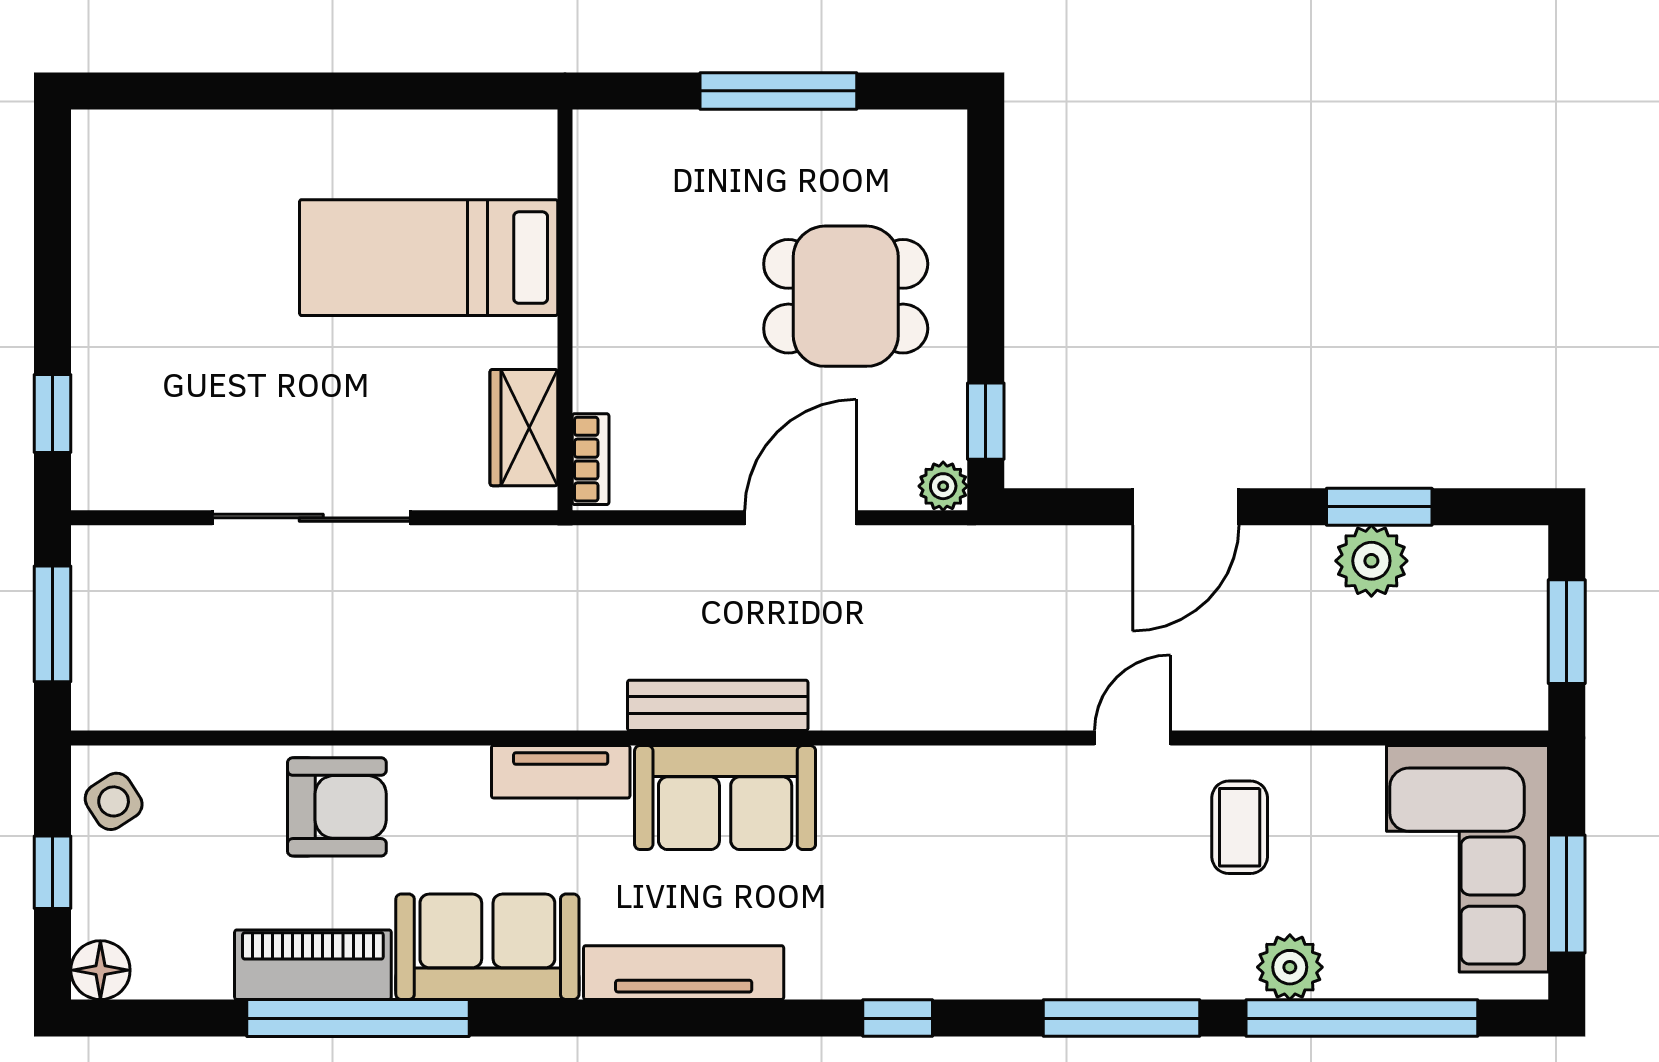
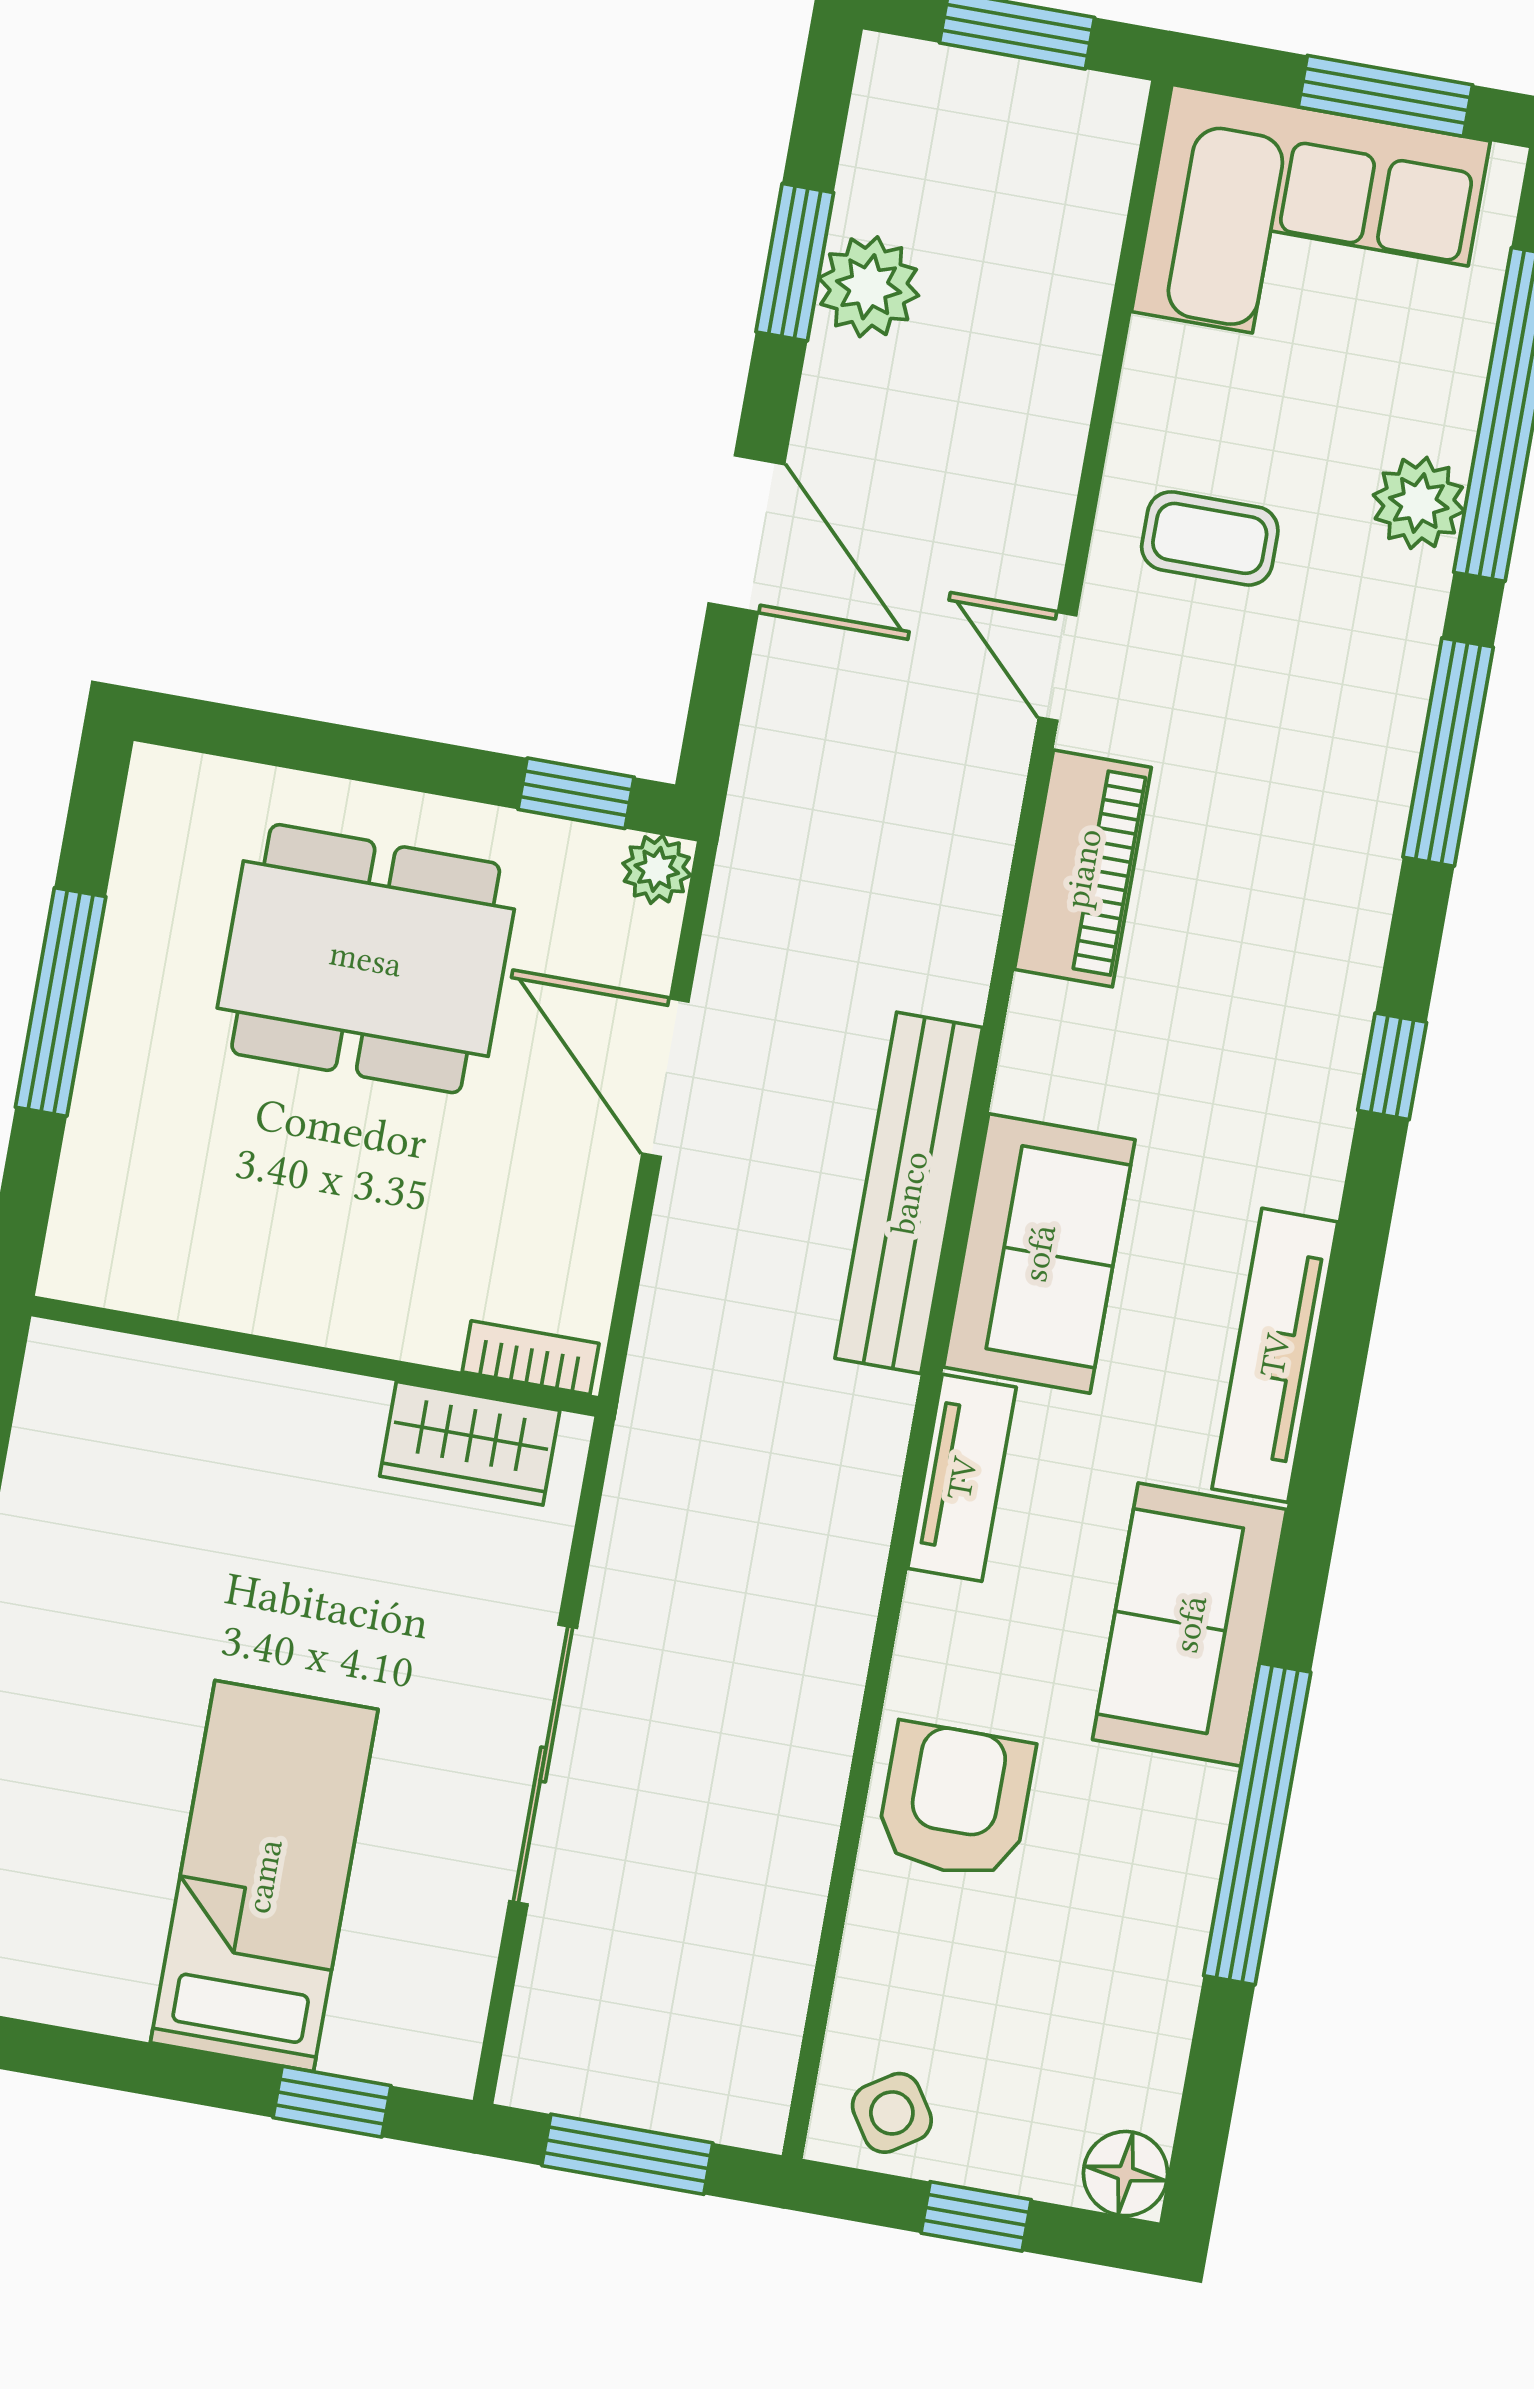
bed: (429, 258) -> (264, 1876), moved, turned 180
dining table: (846, 296) -> (366, 959), width x1.37
bench: (718, 705) -> (909, 1193), width x1.37, depth x1.21
piano: (313, 965) -> (1083, 868), moved, turned 180

